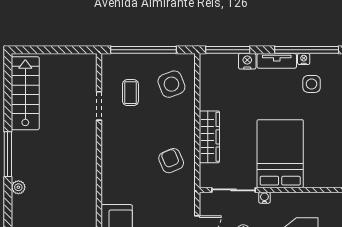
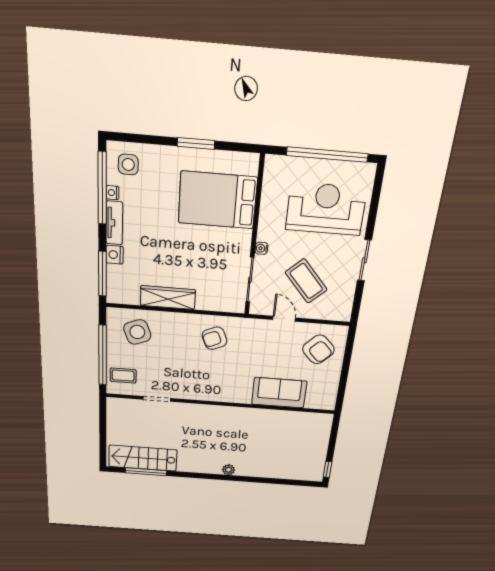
side table: (312, 84) -> (128, 164), moved
coffee table: (130, 93) -> (123, 376), moved
wardrobe: (209, 137) -> (168, 298), moved
window: (8, 154) -> (146, 472), moved
bed: (280, 154) -> (218, 200), moved

